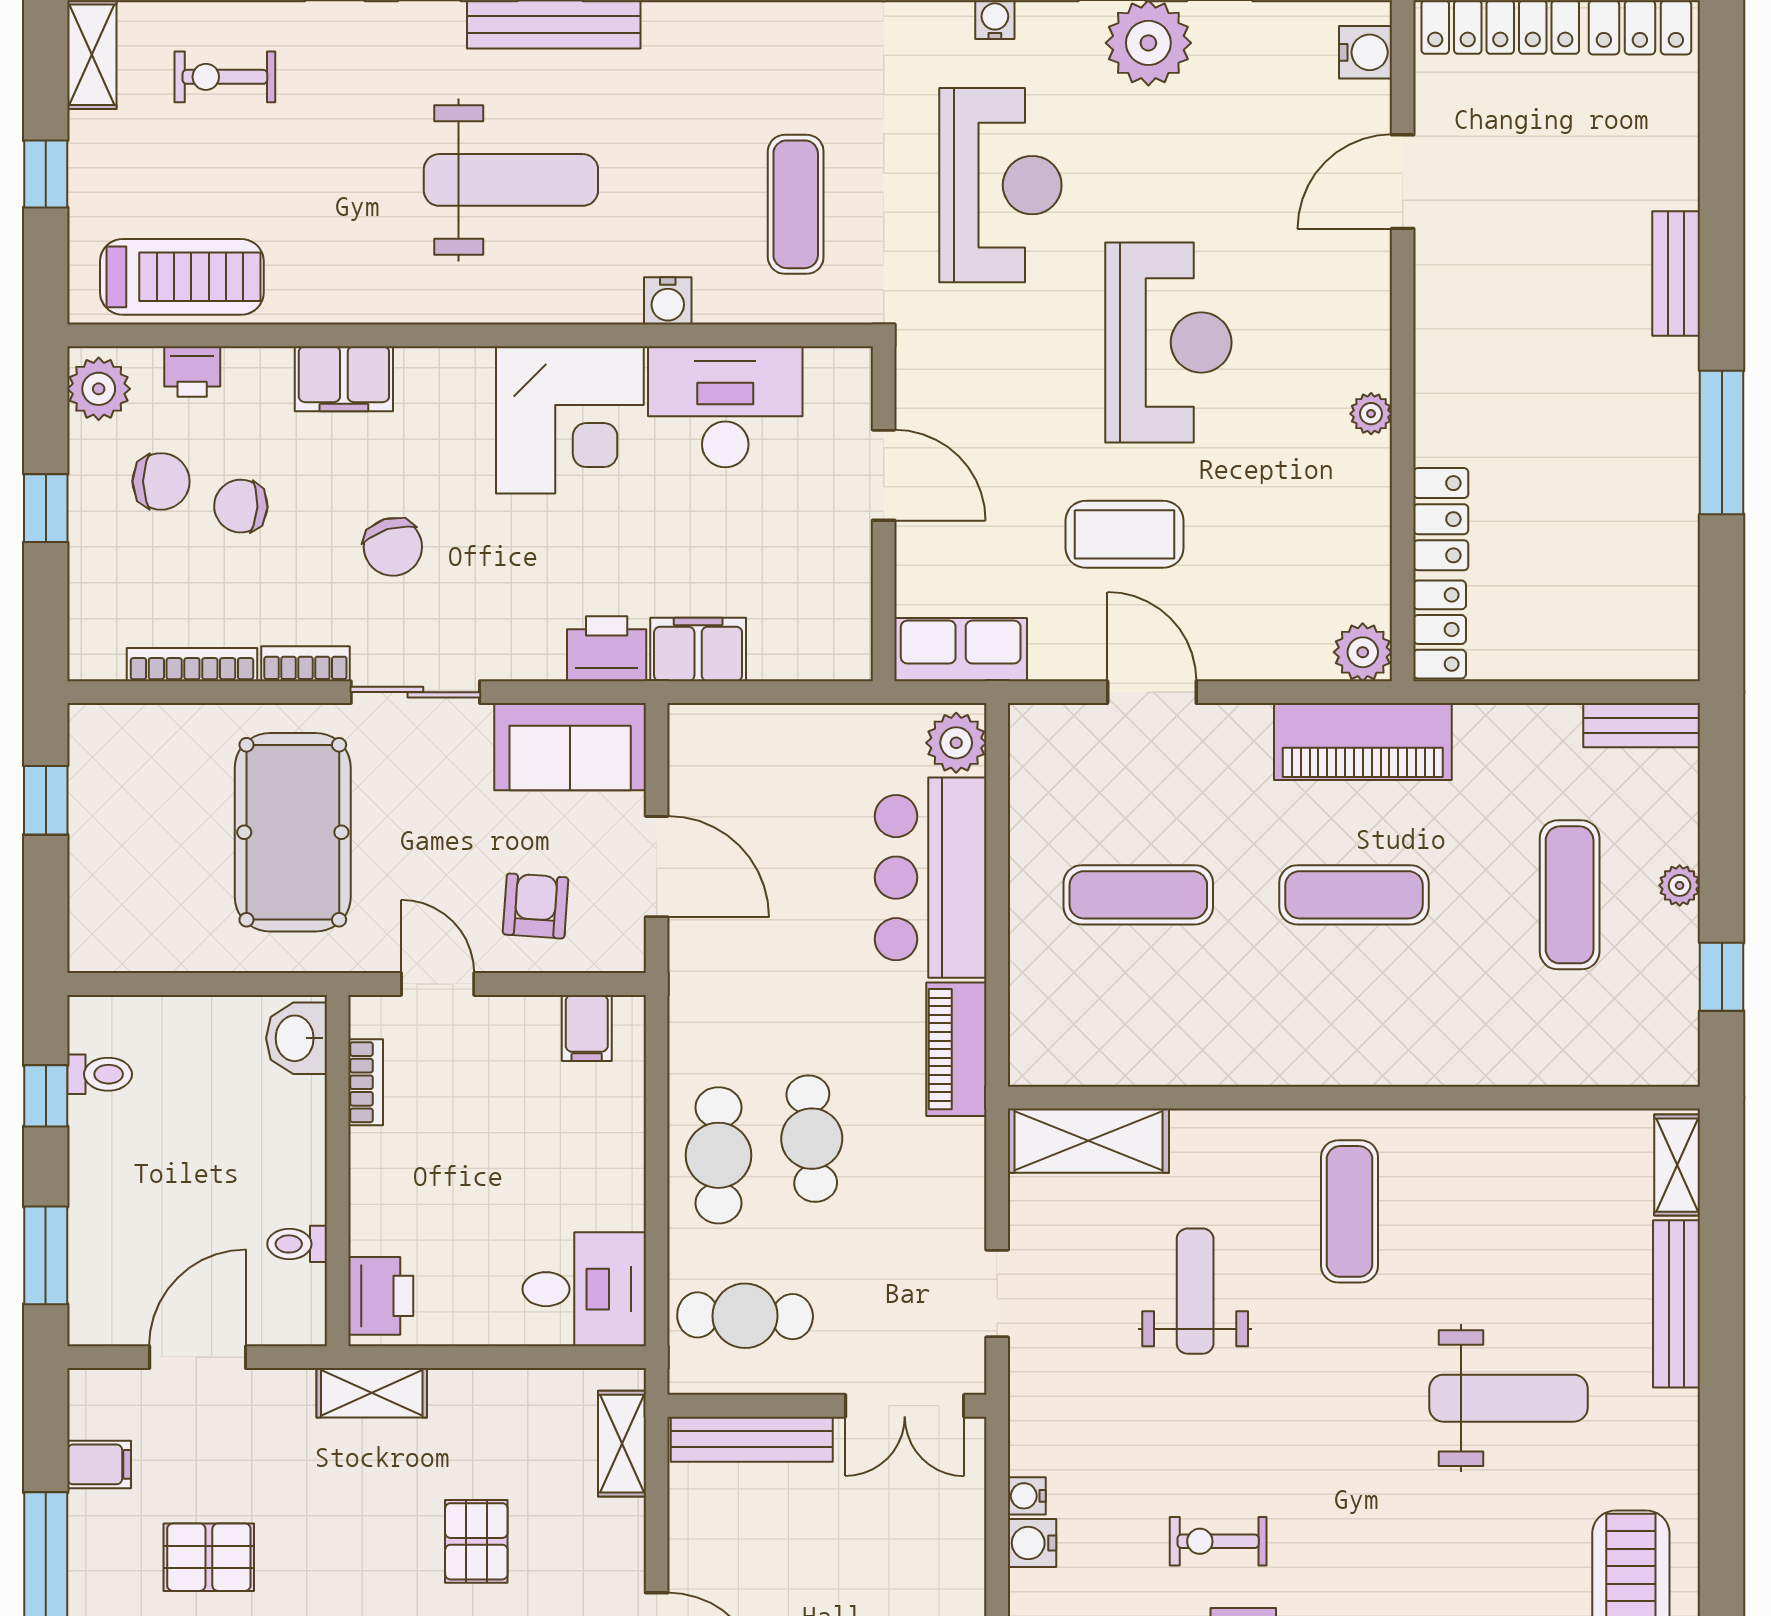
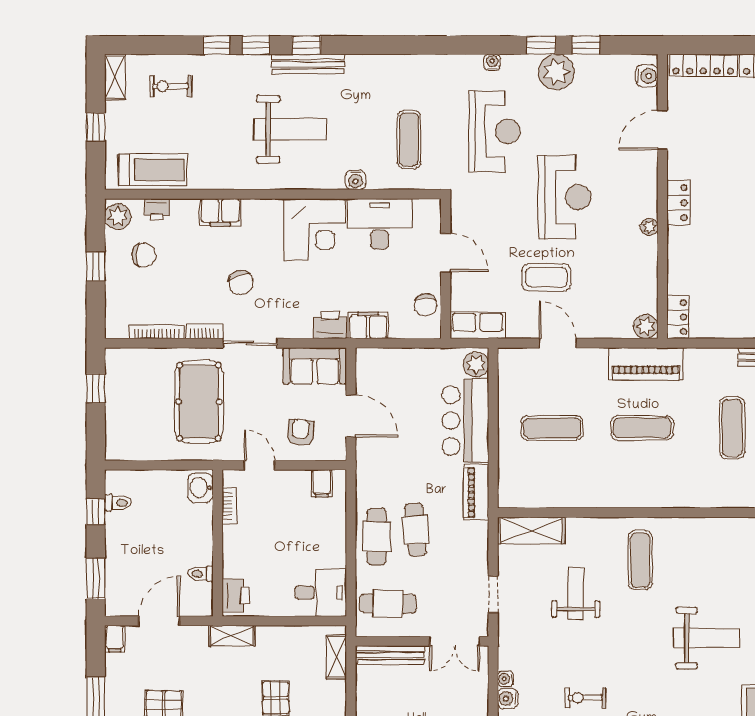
chair: (241, 506) -> (425, 305), moved, turned -93
locker: (1441, 519) -> (678, 203), moved
filing cabinet: (99, 1464) -> (115, 639), moved, turned 90

